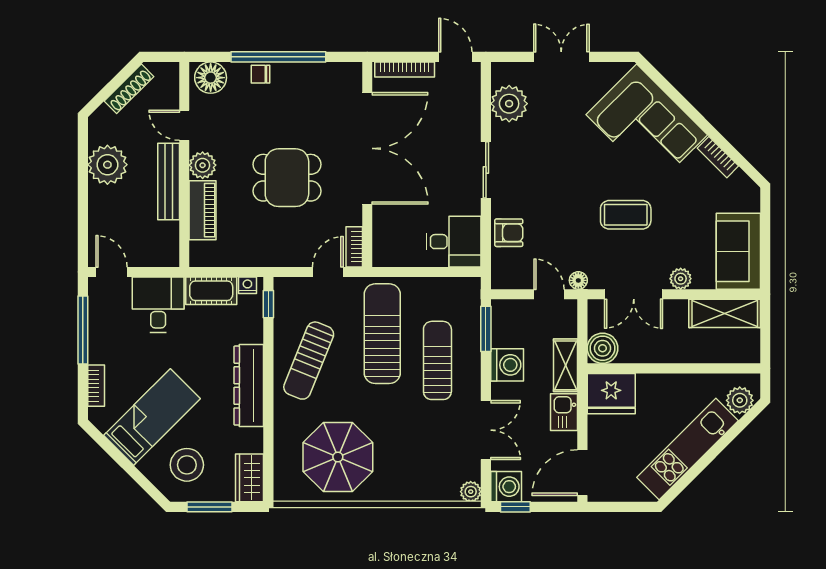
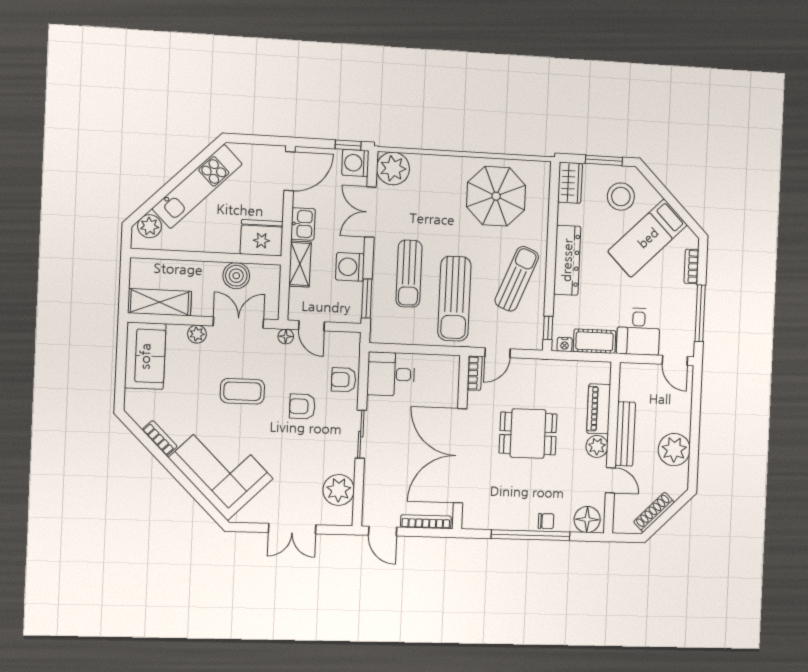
armchair: (556, 200) -> (302, 406), added
boiler: (603, 348) -> (236, 276), moved
plant: (471, 492) -> (393, 168), width x1.88, depth x1.88

